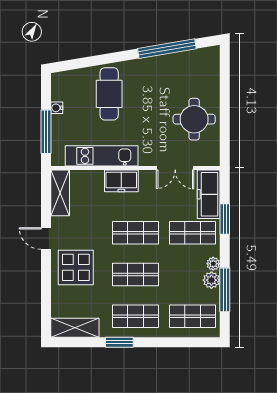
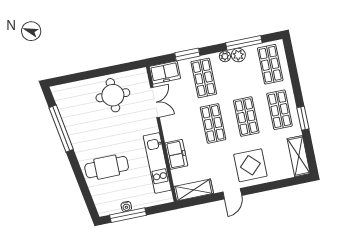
window: (46, 132) -> (128, 215), moved
freezer: (121, 181) -> (176, 154), moved
freezer: (209, 194) -> (165, 72), width x0.71

